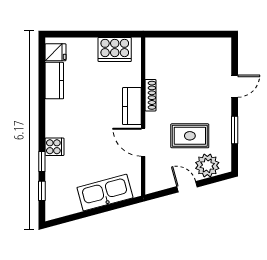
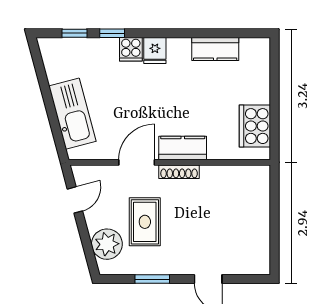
fridge: (56, 52) -> (155, 50), moved
shoe rack: (150, 95) -> (179, 172), moved
door: (187, 187) -> (75, 200), moved

